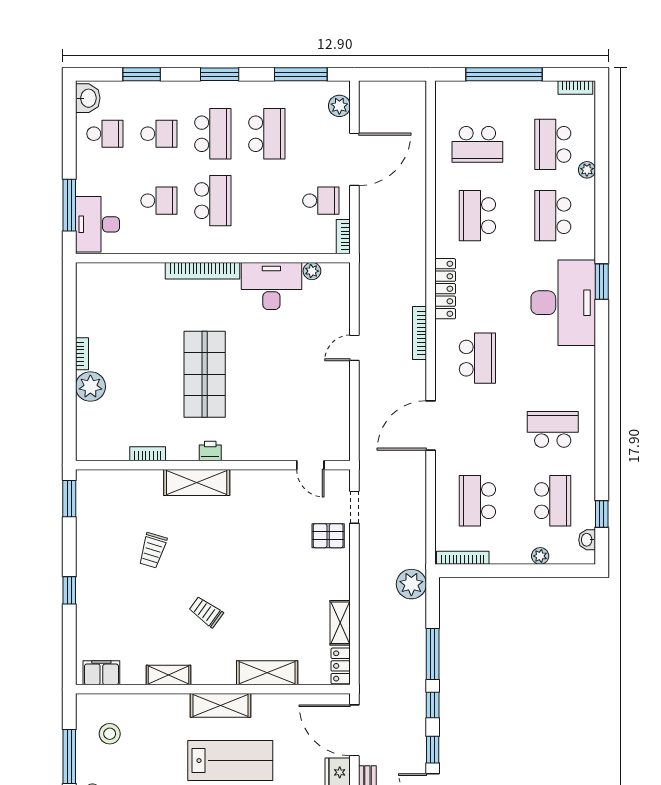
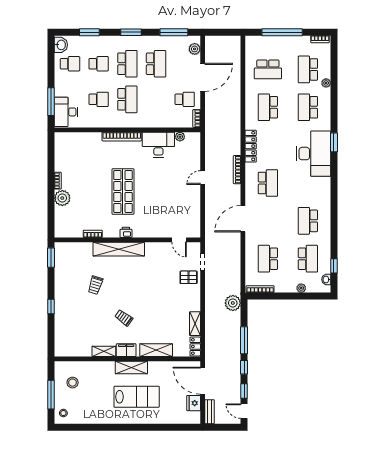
school desk: (553, 429) -> (308, 221), turned -90
shelving: (197, 483) -> (119, 249), width x1.47
filing cabinet: (101, 673) -> (126, 350), moved

